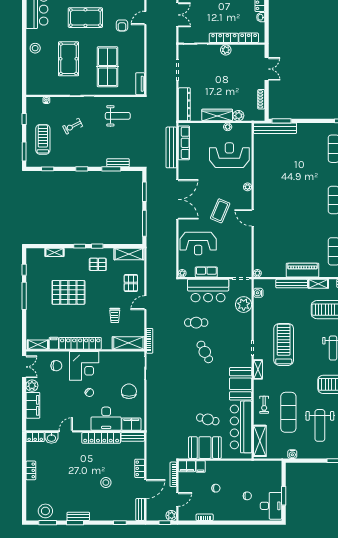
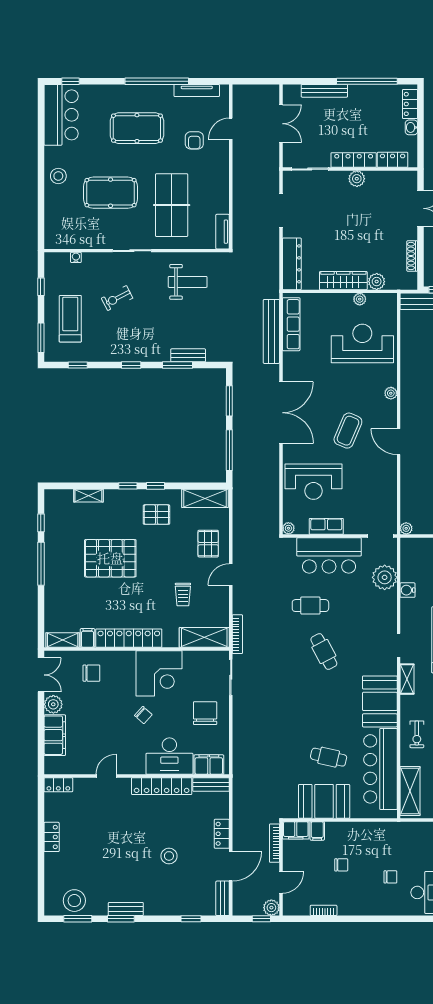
pool table: (68, 59) -> (110, 193), turned 90
water cooler: (258, 293) -> (408, 590), moved
corner desk: (84, 366) -> (159, 673), moved
washbasin: (51, 438) -> (84, 786), removed

